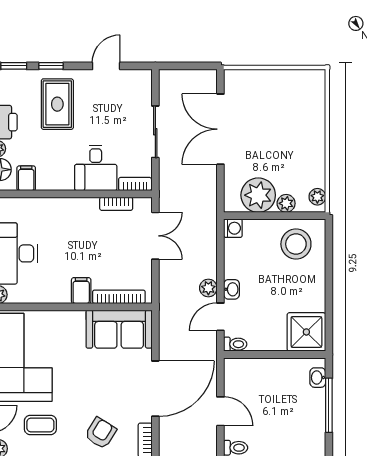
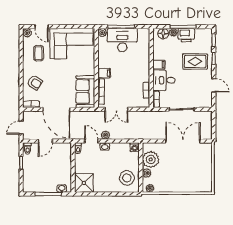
filing cabinet: (26, 178) -> (159, 65), moved
double door: (155, 236) -> (116, 109), moved

